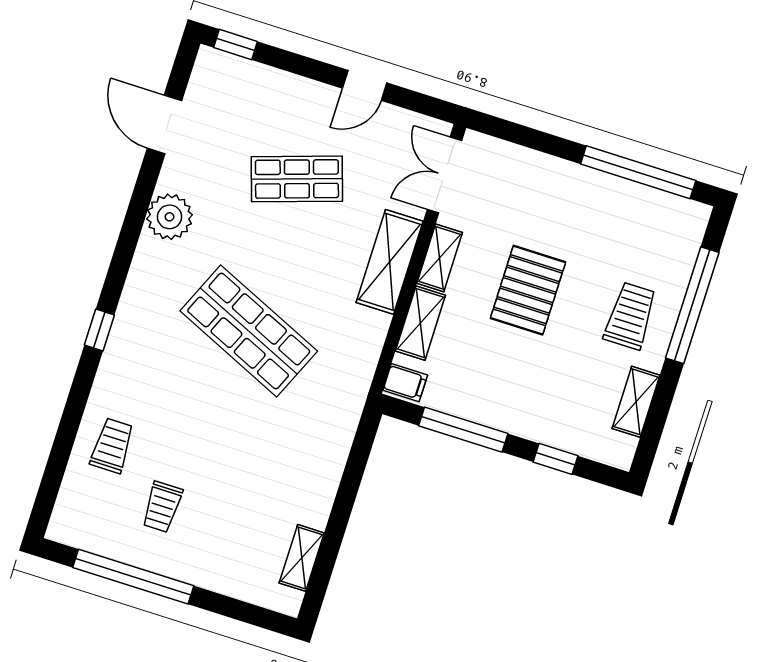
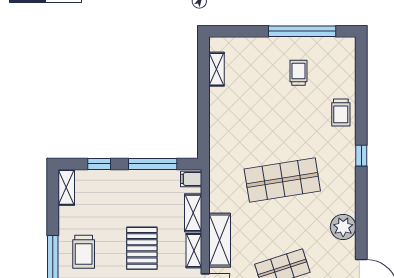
shop shelf: (249, 331) -> (282, 180), turned -33
shelving: (636, 402) -> (66, 187), moved
trolley: (112, 446) -> (341, 112), moved

